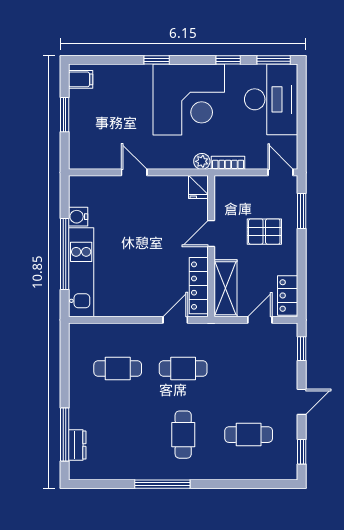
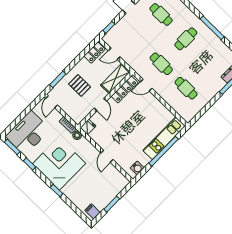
water cooler: (78, 217) -> (137, 168), moved
door: (211, 233) -> (100, 105), hinge flipped

